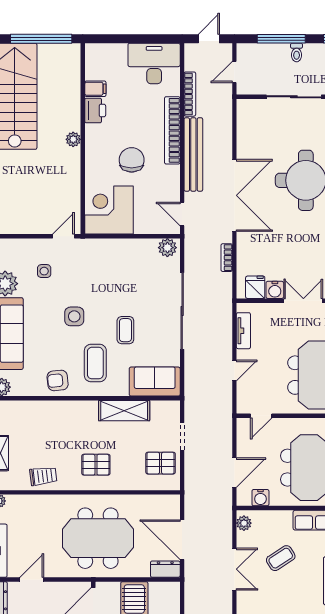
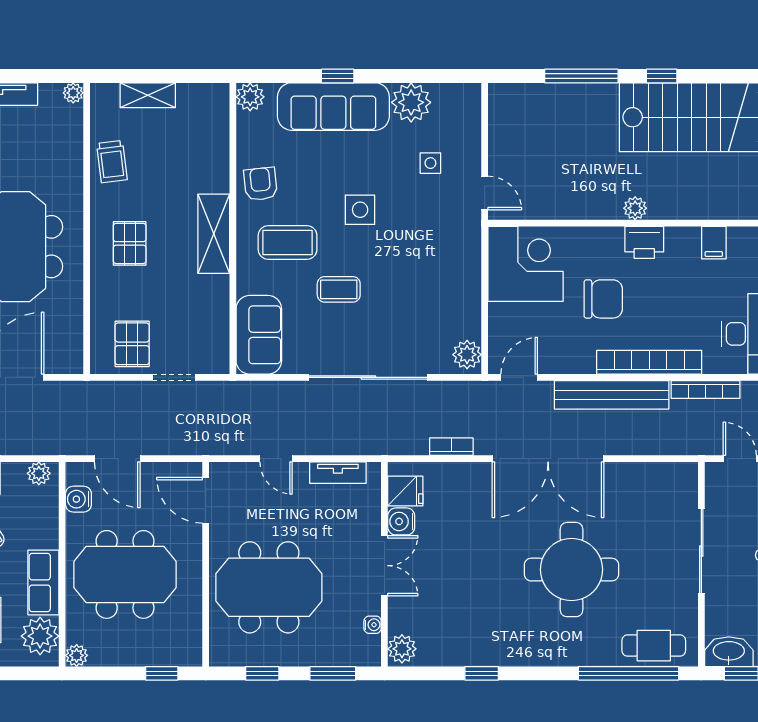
printer: (95, 111) -> (644, 242), moved
shelving: (124, 411) -> (214, 234), moved
door: (261, 416) -> (206, 500), width x1.38

